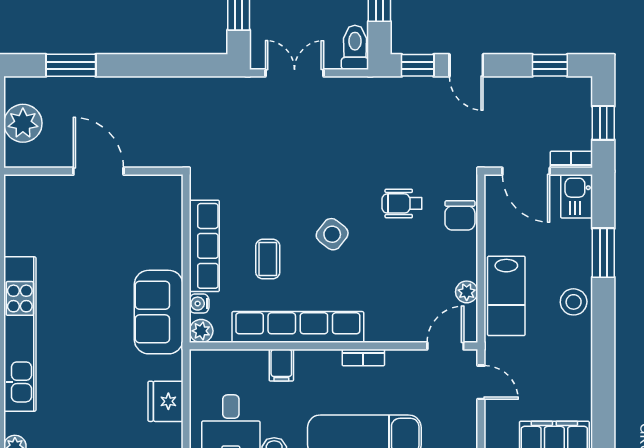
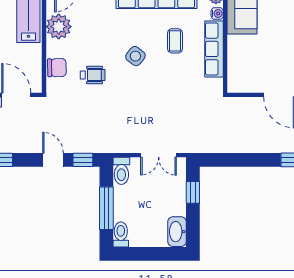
chair: (460, 215) -> (57, 68), turned 89
plant: (467, 292) -> (59, 27), width x1.87, depth x1.87

